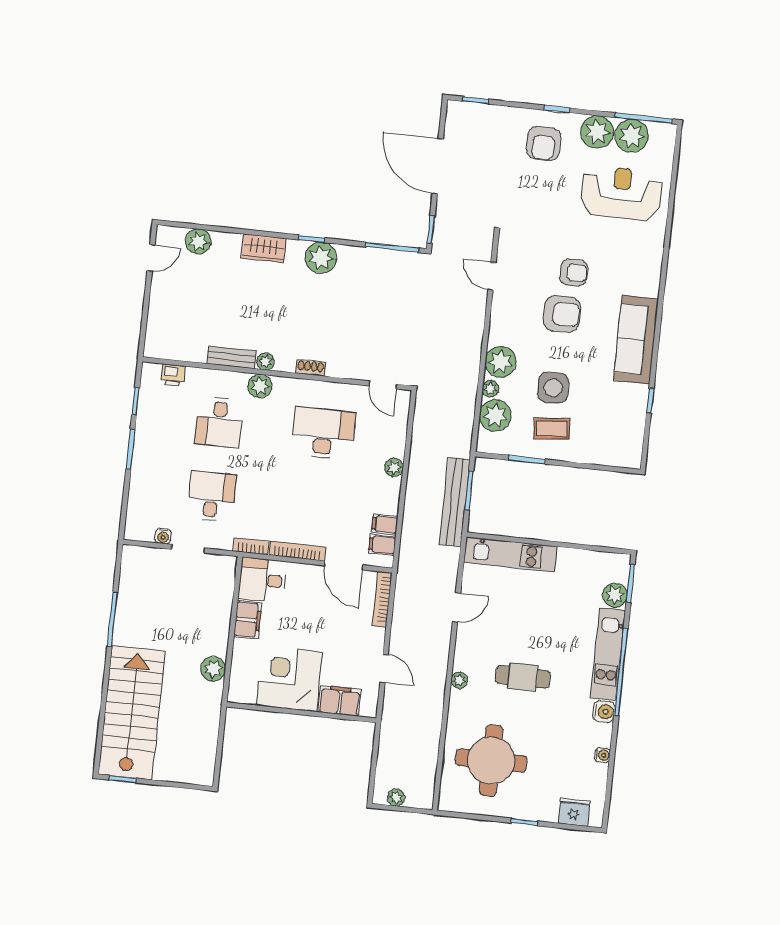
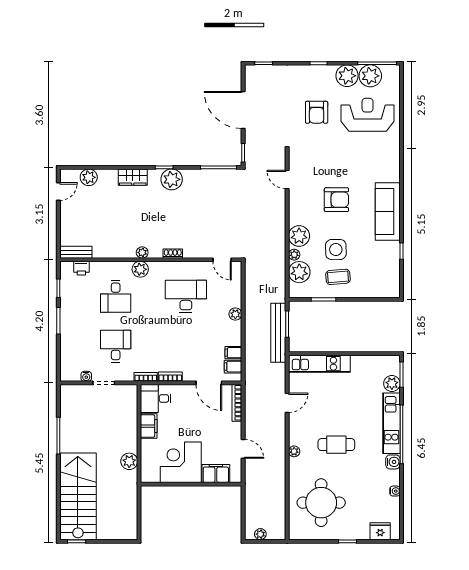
armchair: (544, 143) -> (317, 112), moved
armchair: (574, 273) -> (341, 171), removed
bench: (232, 357) -> (76, 252), moved
bookcase: (297, 551) -> (170, 377), width x0.64

